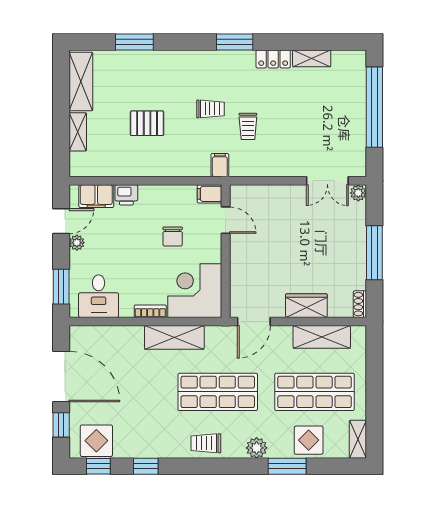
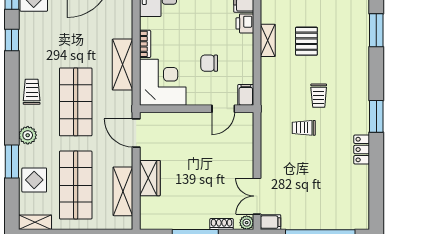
shelving: (312, 58) -> (268, 40), moved
filing cabinet: (220, 165) -> (271, 222), moved
shoe rack: (360, 304) -> (222, 224), moved

